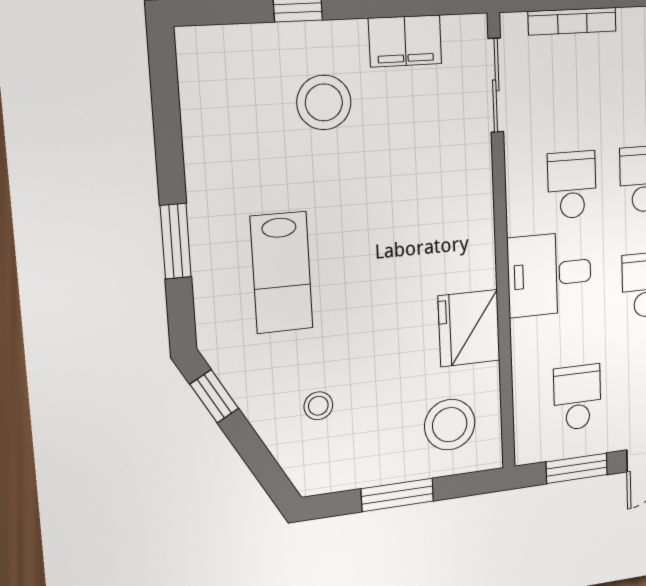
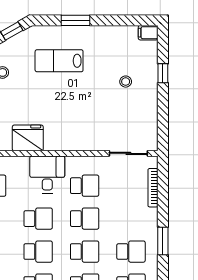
filing cabinet: (405, 41) -> (148, 33), moved, width x0.50
stool: (324, 102) -> (126, 82), width x0.53, depth x0.53

